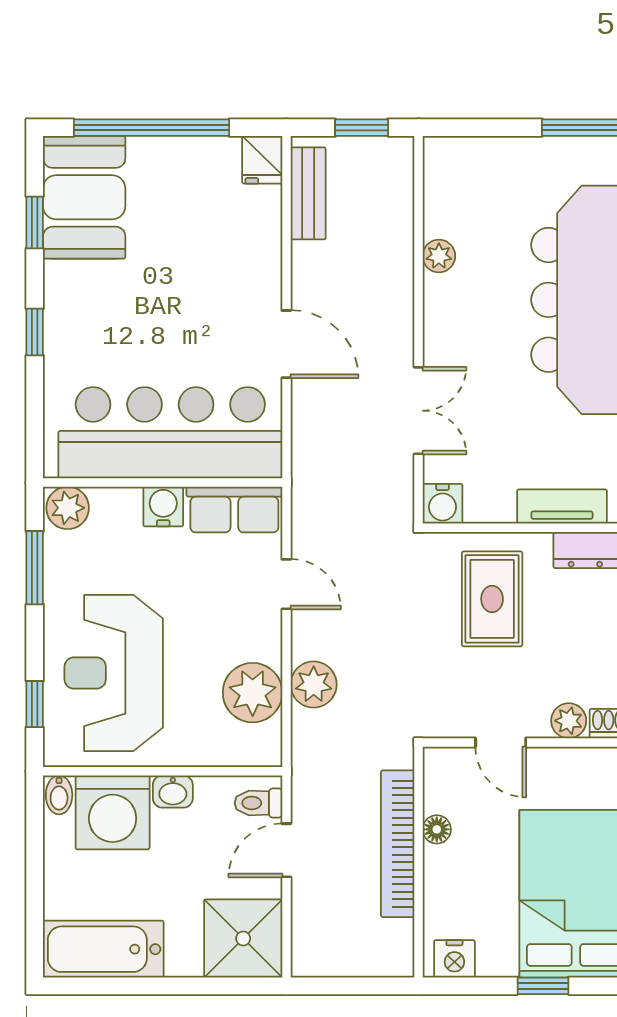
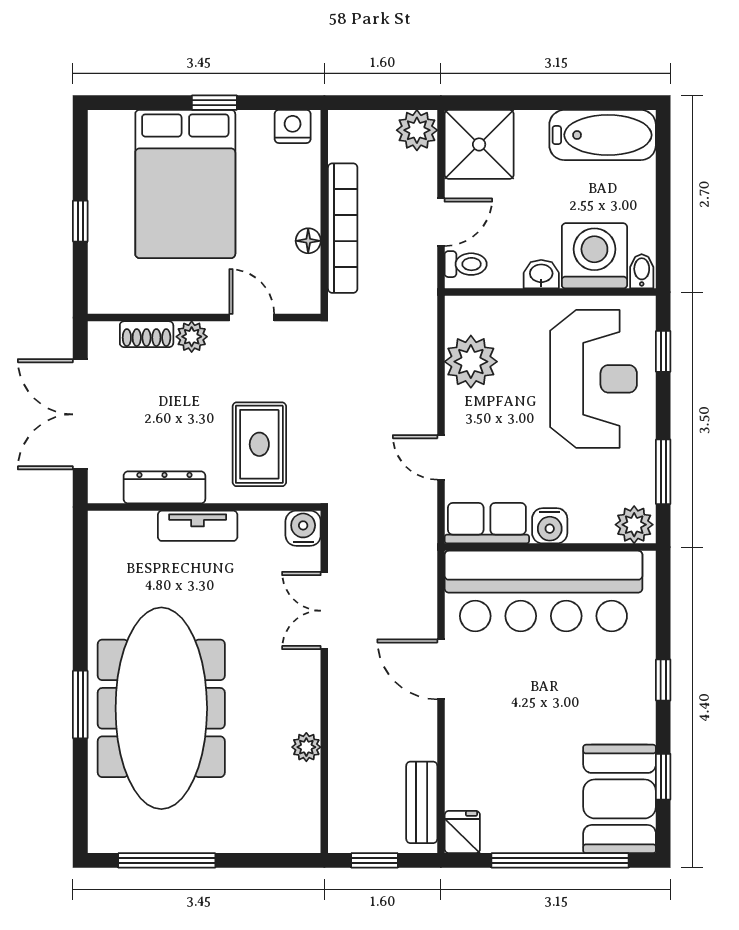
plant: (314, 685) -> (417, 130), moved

